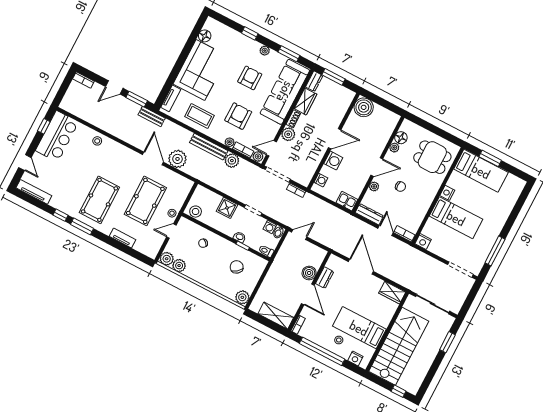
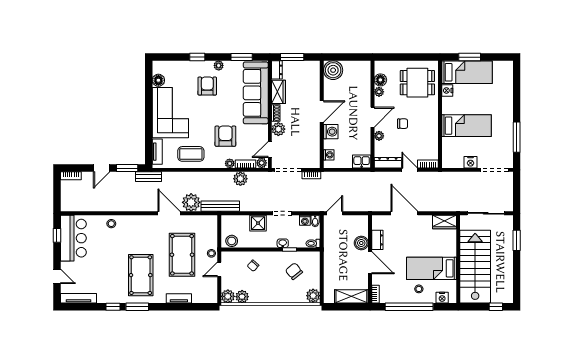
armchair: (250, 78) -> (207, 86), moved
bench: (209, 147) -> (220, 206), moved
nightstand: (447, 193) -> (447, 90), moved
nightstand: (423, 242) -> (471, 162), moved

